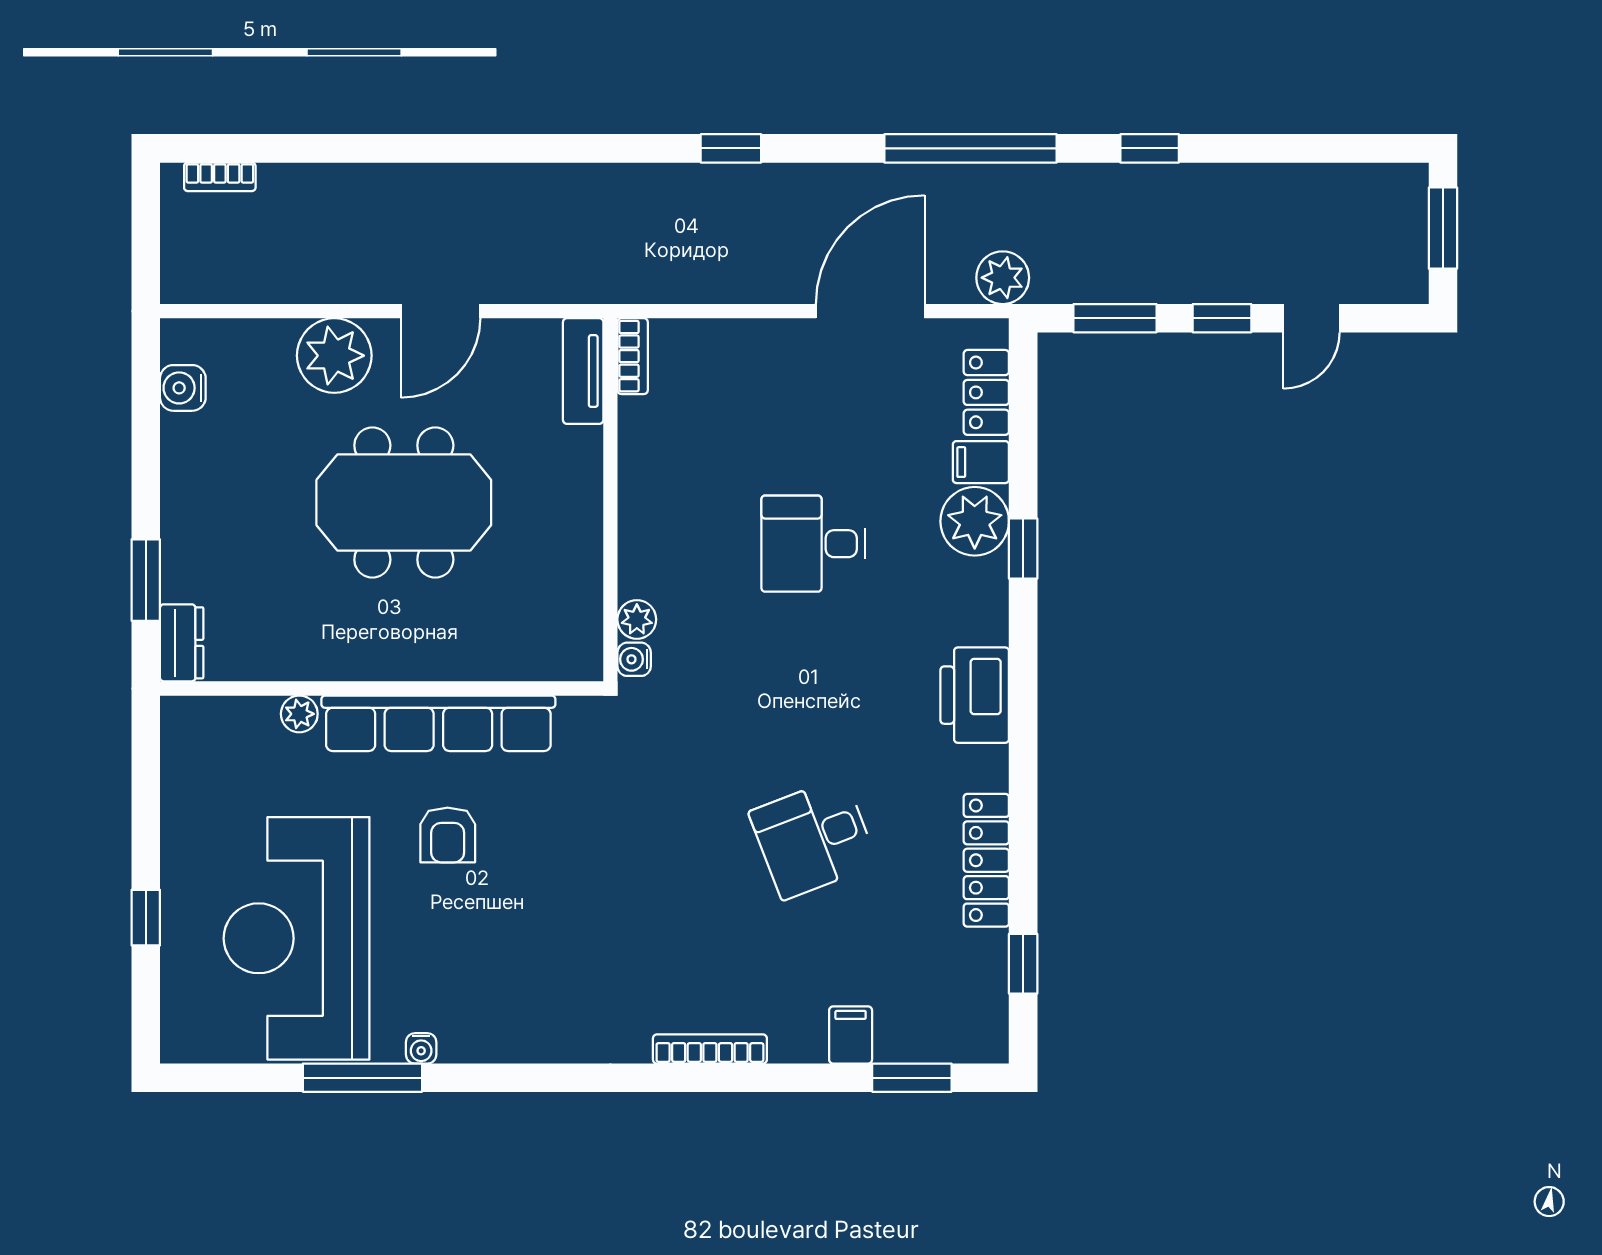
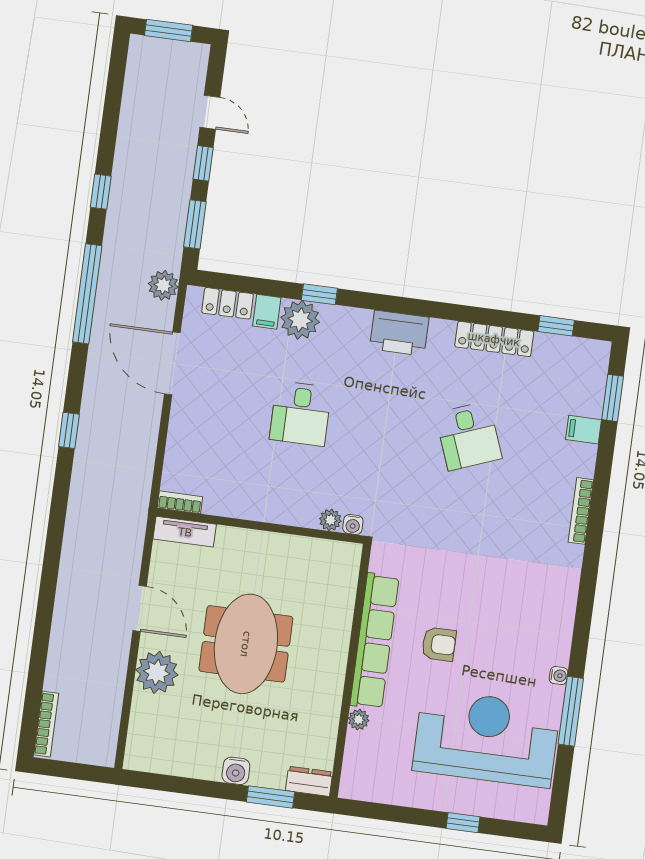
bookcase: (220, 177) -> (46, 724), width x1.56
water cooler: (183, 388) -> (236, 771), moved
reception desk: (297, 938) -> (486, 738), turned 180

